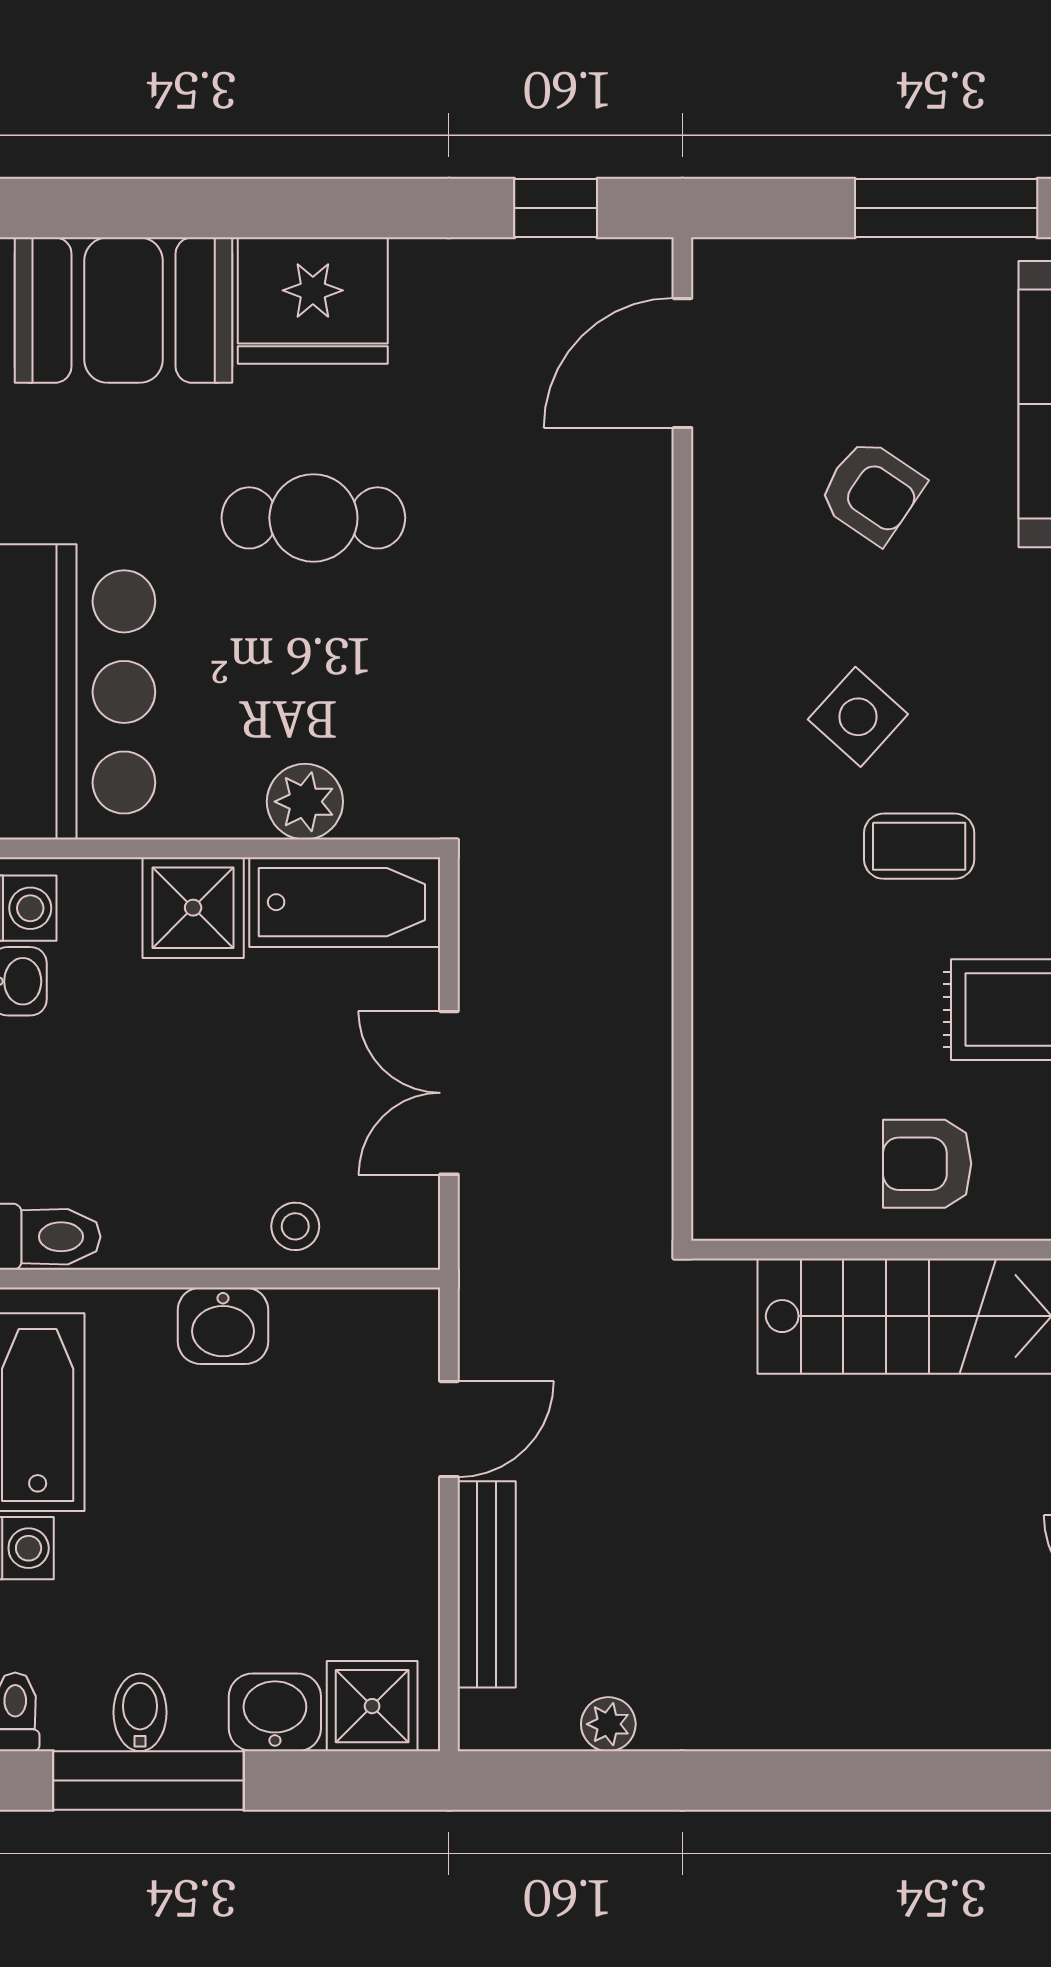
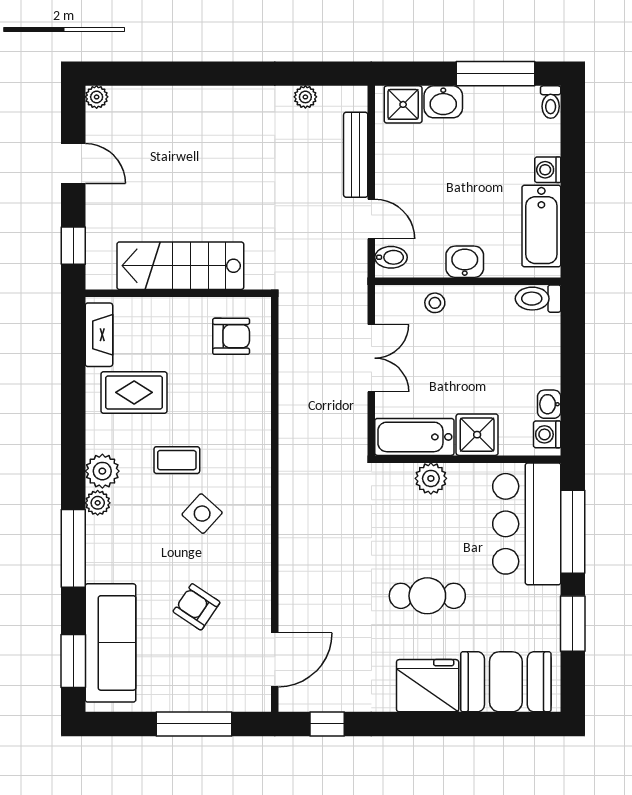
window: (946, 208) -> (194, 724), moved
armchair: (927, 1164) -> (231, 336), moved
door: (449, 1429) -> (371, 219), swing flipped
bidet: (140, 1712) -> (391, 257), moved, turned -90

